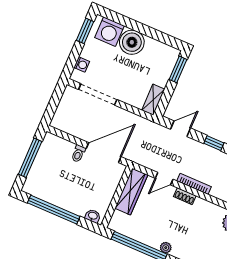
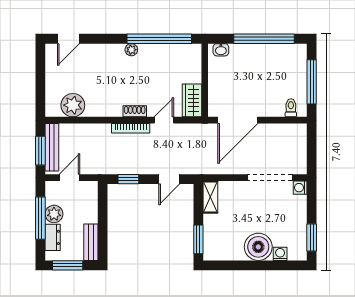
washing machine: (109, 32) -> (280, 254), width x0.53, depth x0.53
washing machine: (82, 64) -> (300, 188), moved
toilet: (78, 154) -> (291, 108), moved
wardrobe: (131, 192) -> (192, 100), width x0.67

